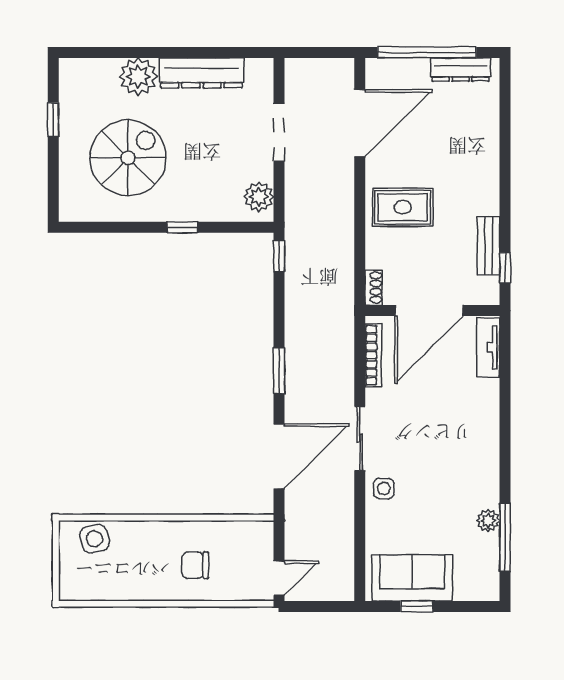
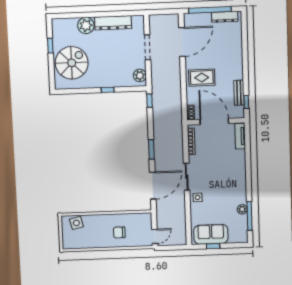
spiral stairs: (128, 158) -> (72, 63), moved
door: (429, 311) -> (214, 121), swing flipped

